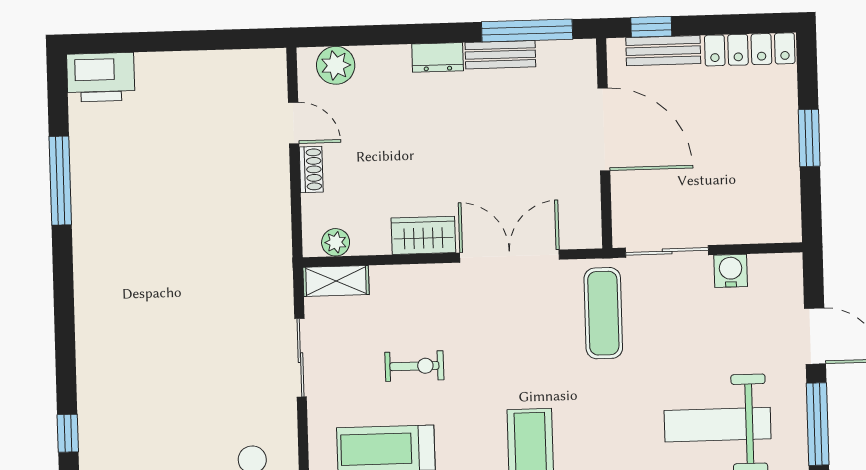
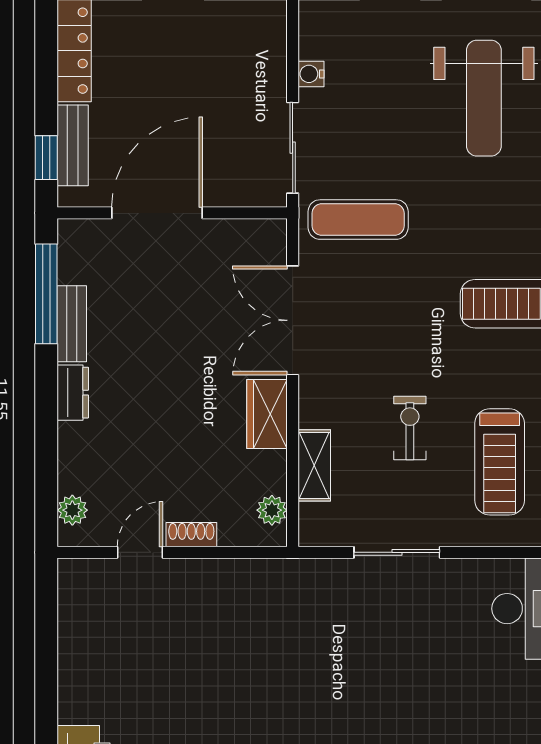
plant: (336, 65) -> (72, 510), width x0.73, depth x0.73
water cooler: (731, 271) -> (311, 74), width x0.72, depth x0.72
shelving: (336, 281) -> (314, 465), moved

